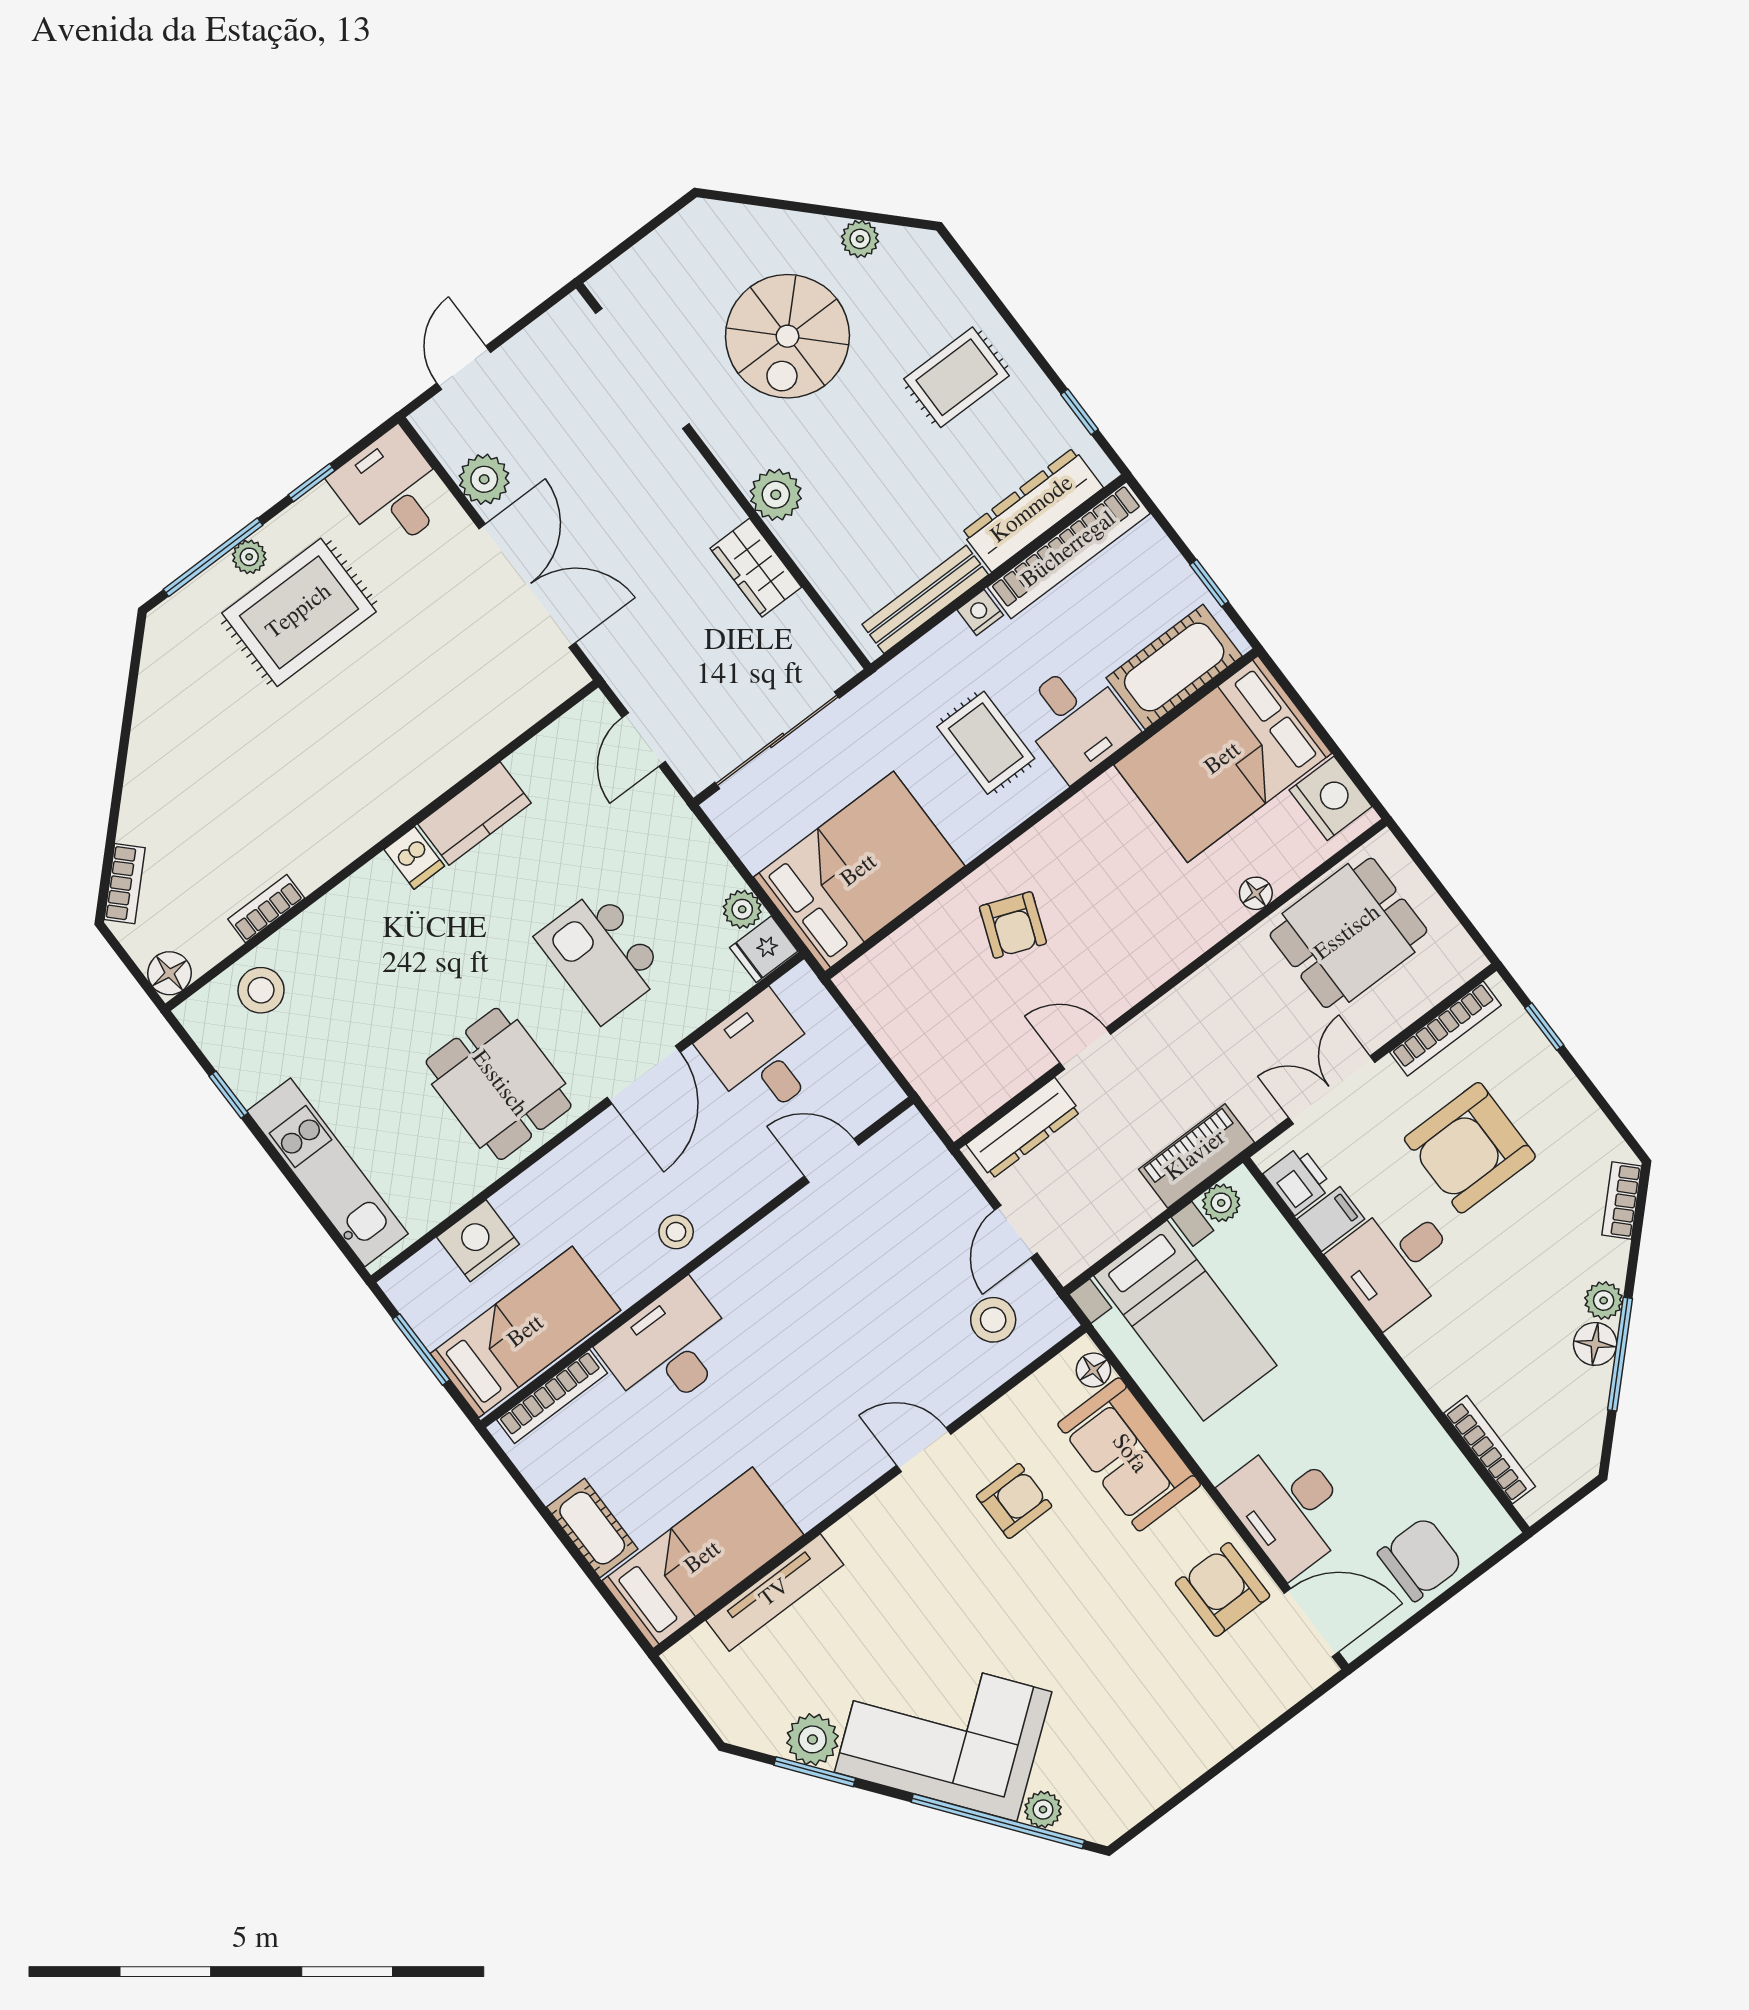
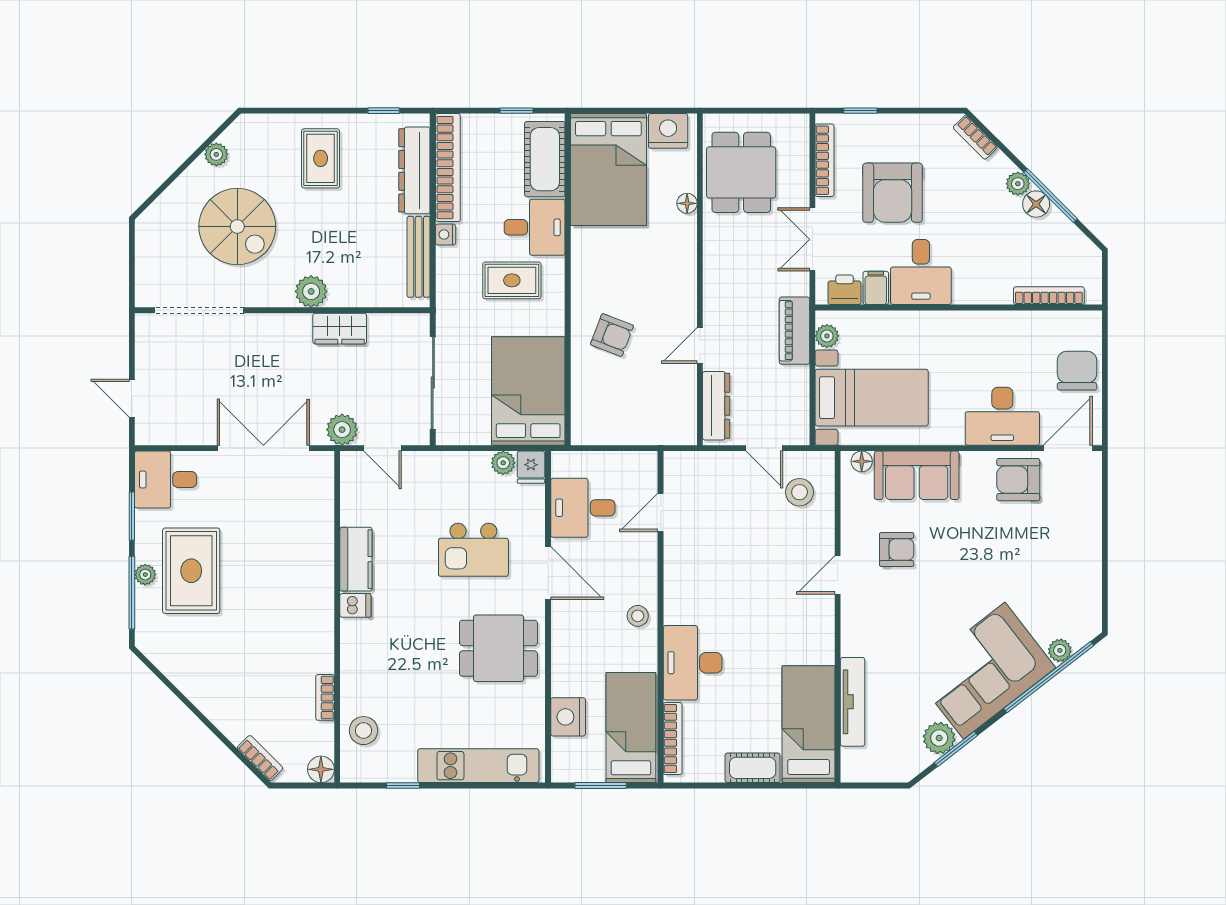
plant: (484, 479) -> (342, 430), moved
window: (312, 483) -> (132, 516), width x1.50
armchair: (1014, 1501) -> (897, 550), turned 90

